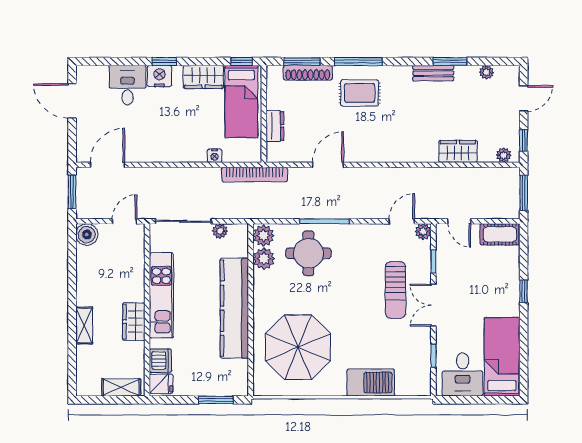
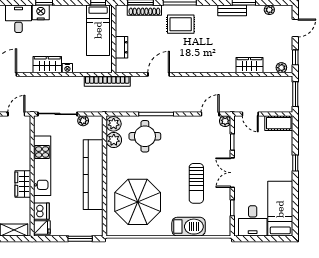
wardrobe: (203, 77) -> (47, 65), moved, turned 180
nightstand: (215, 156) -> (67, 68), moved
sun lounger: (395, 290) -> (196, 183), moved

